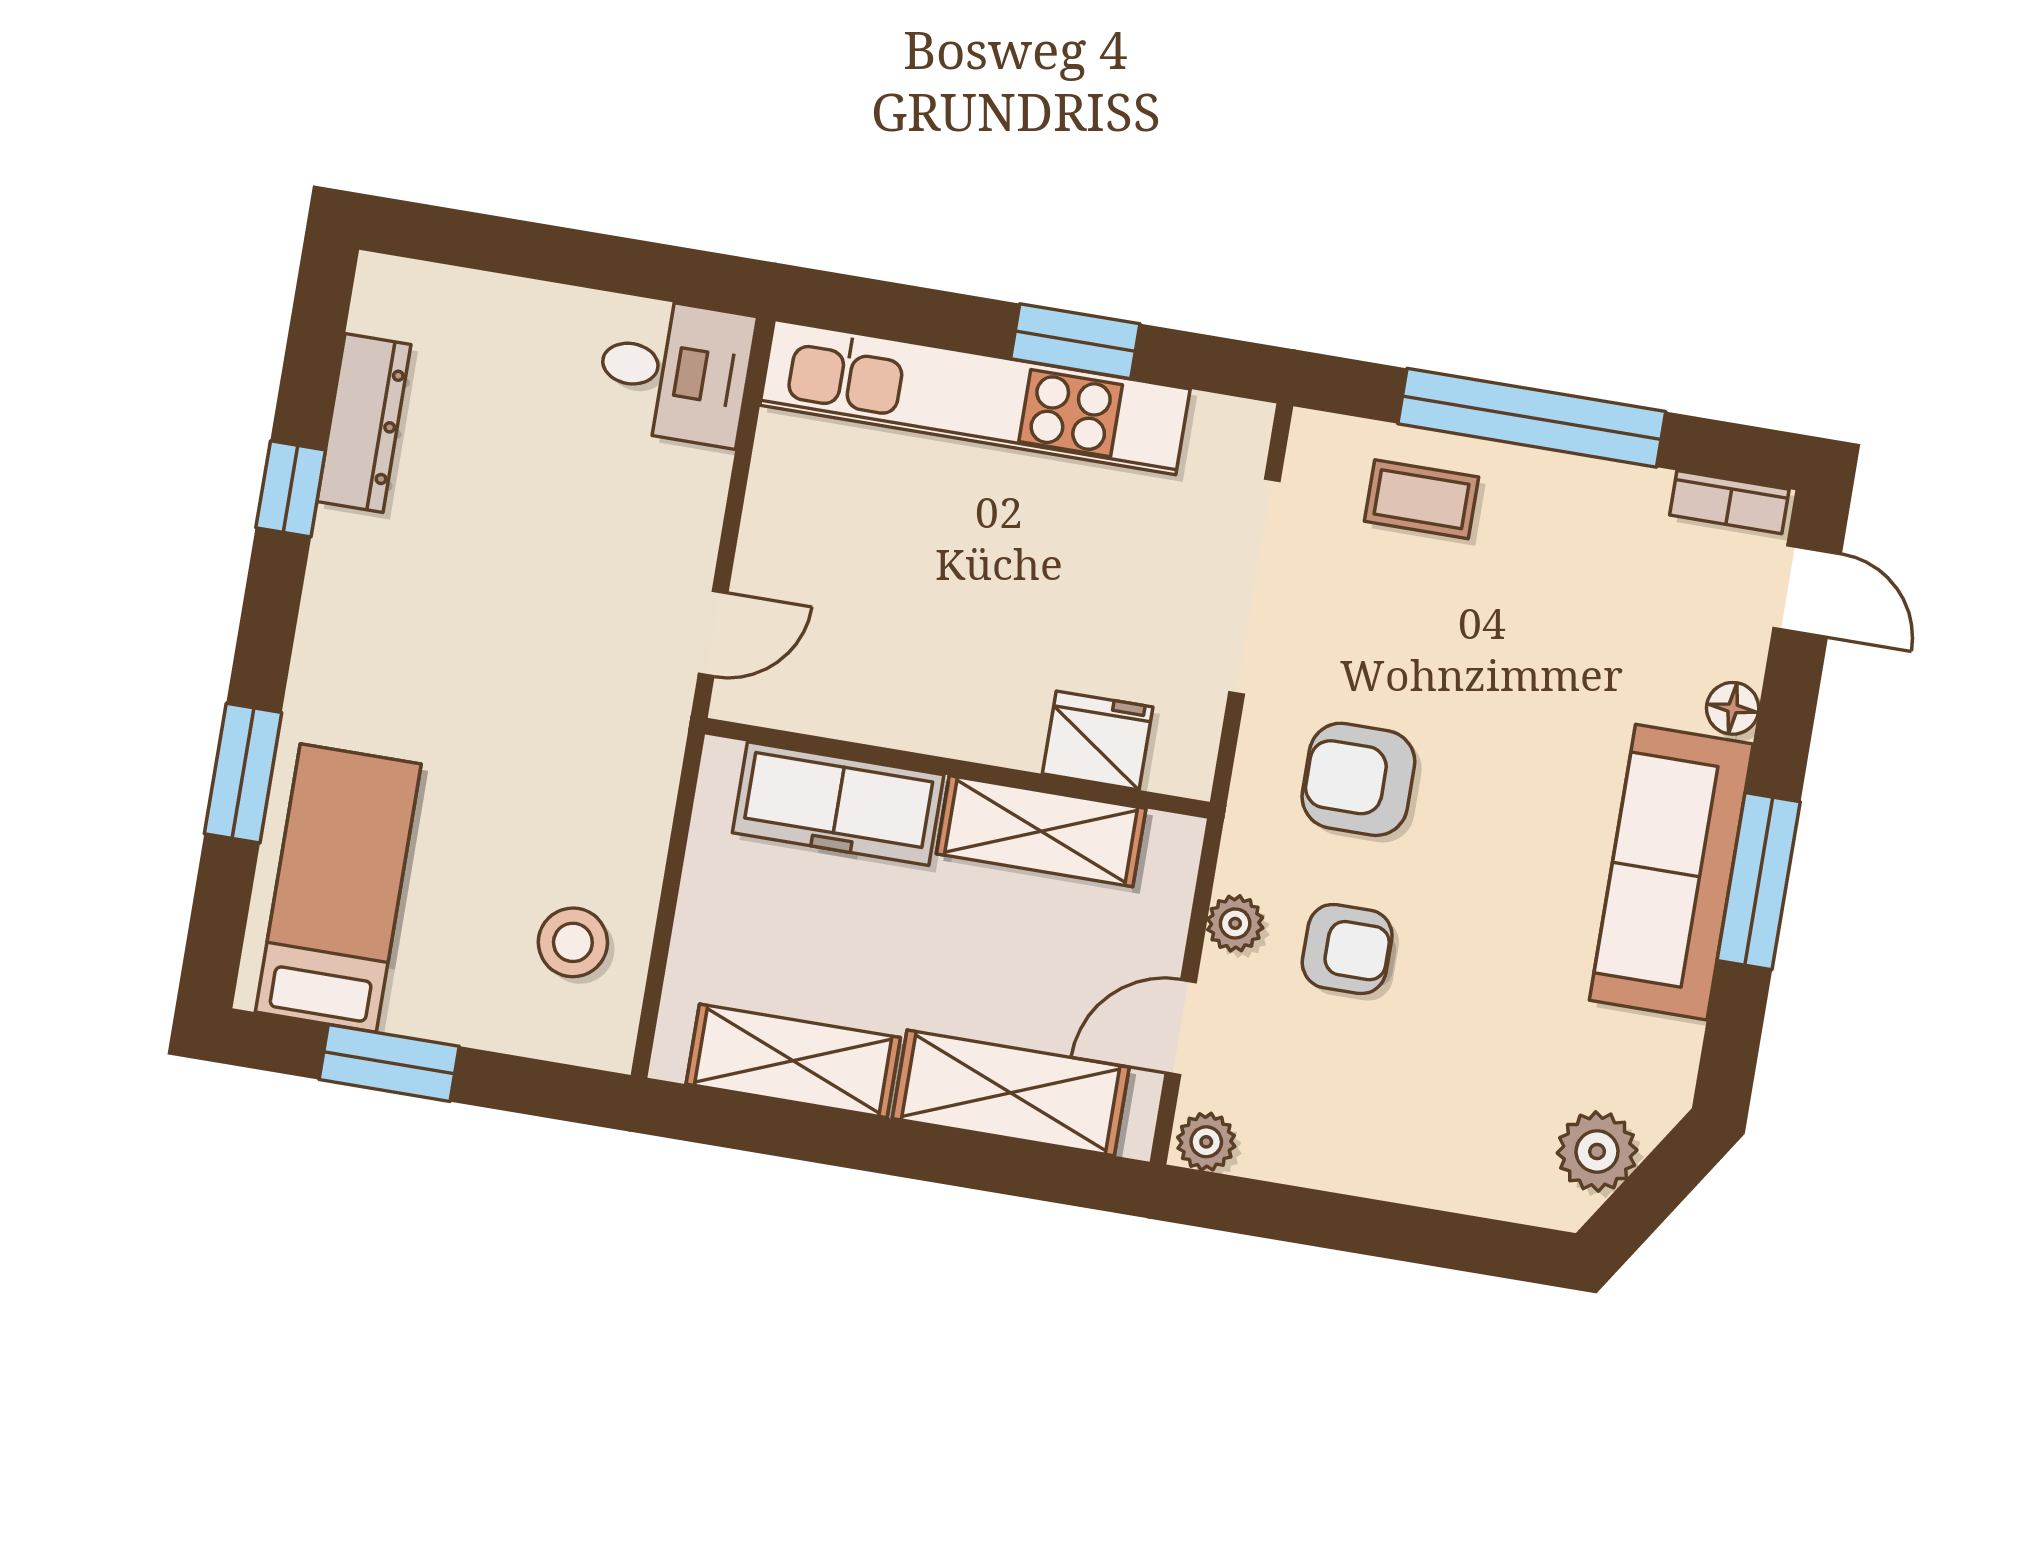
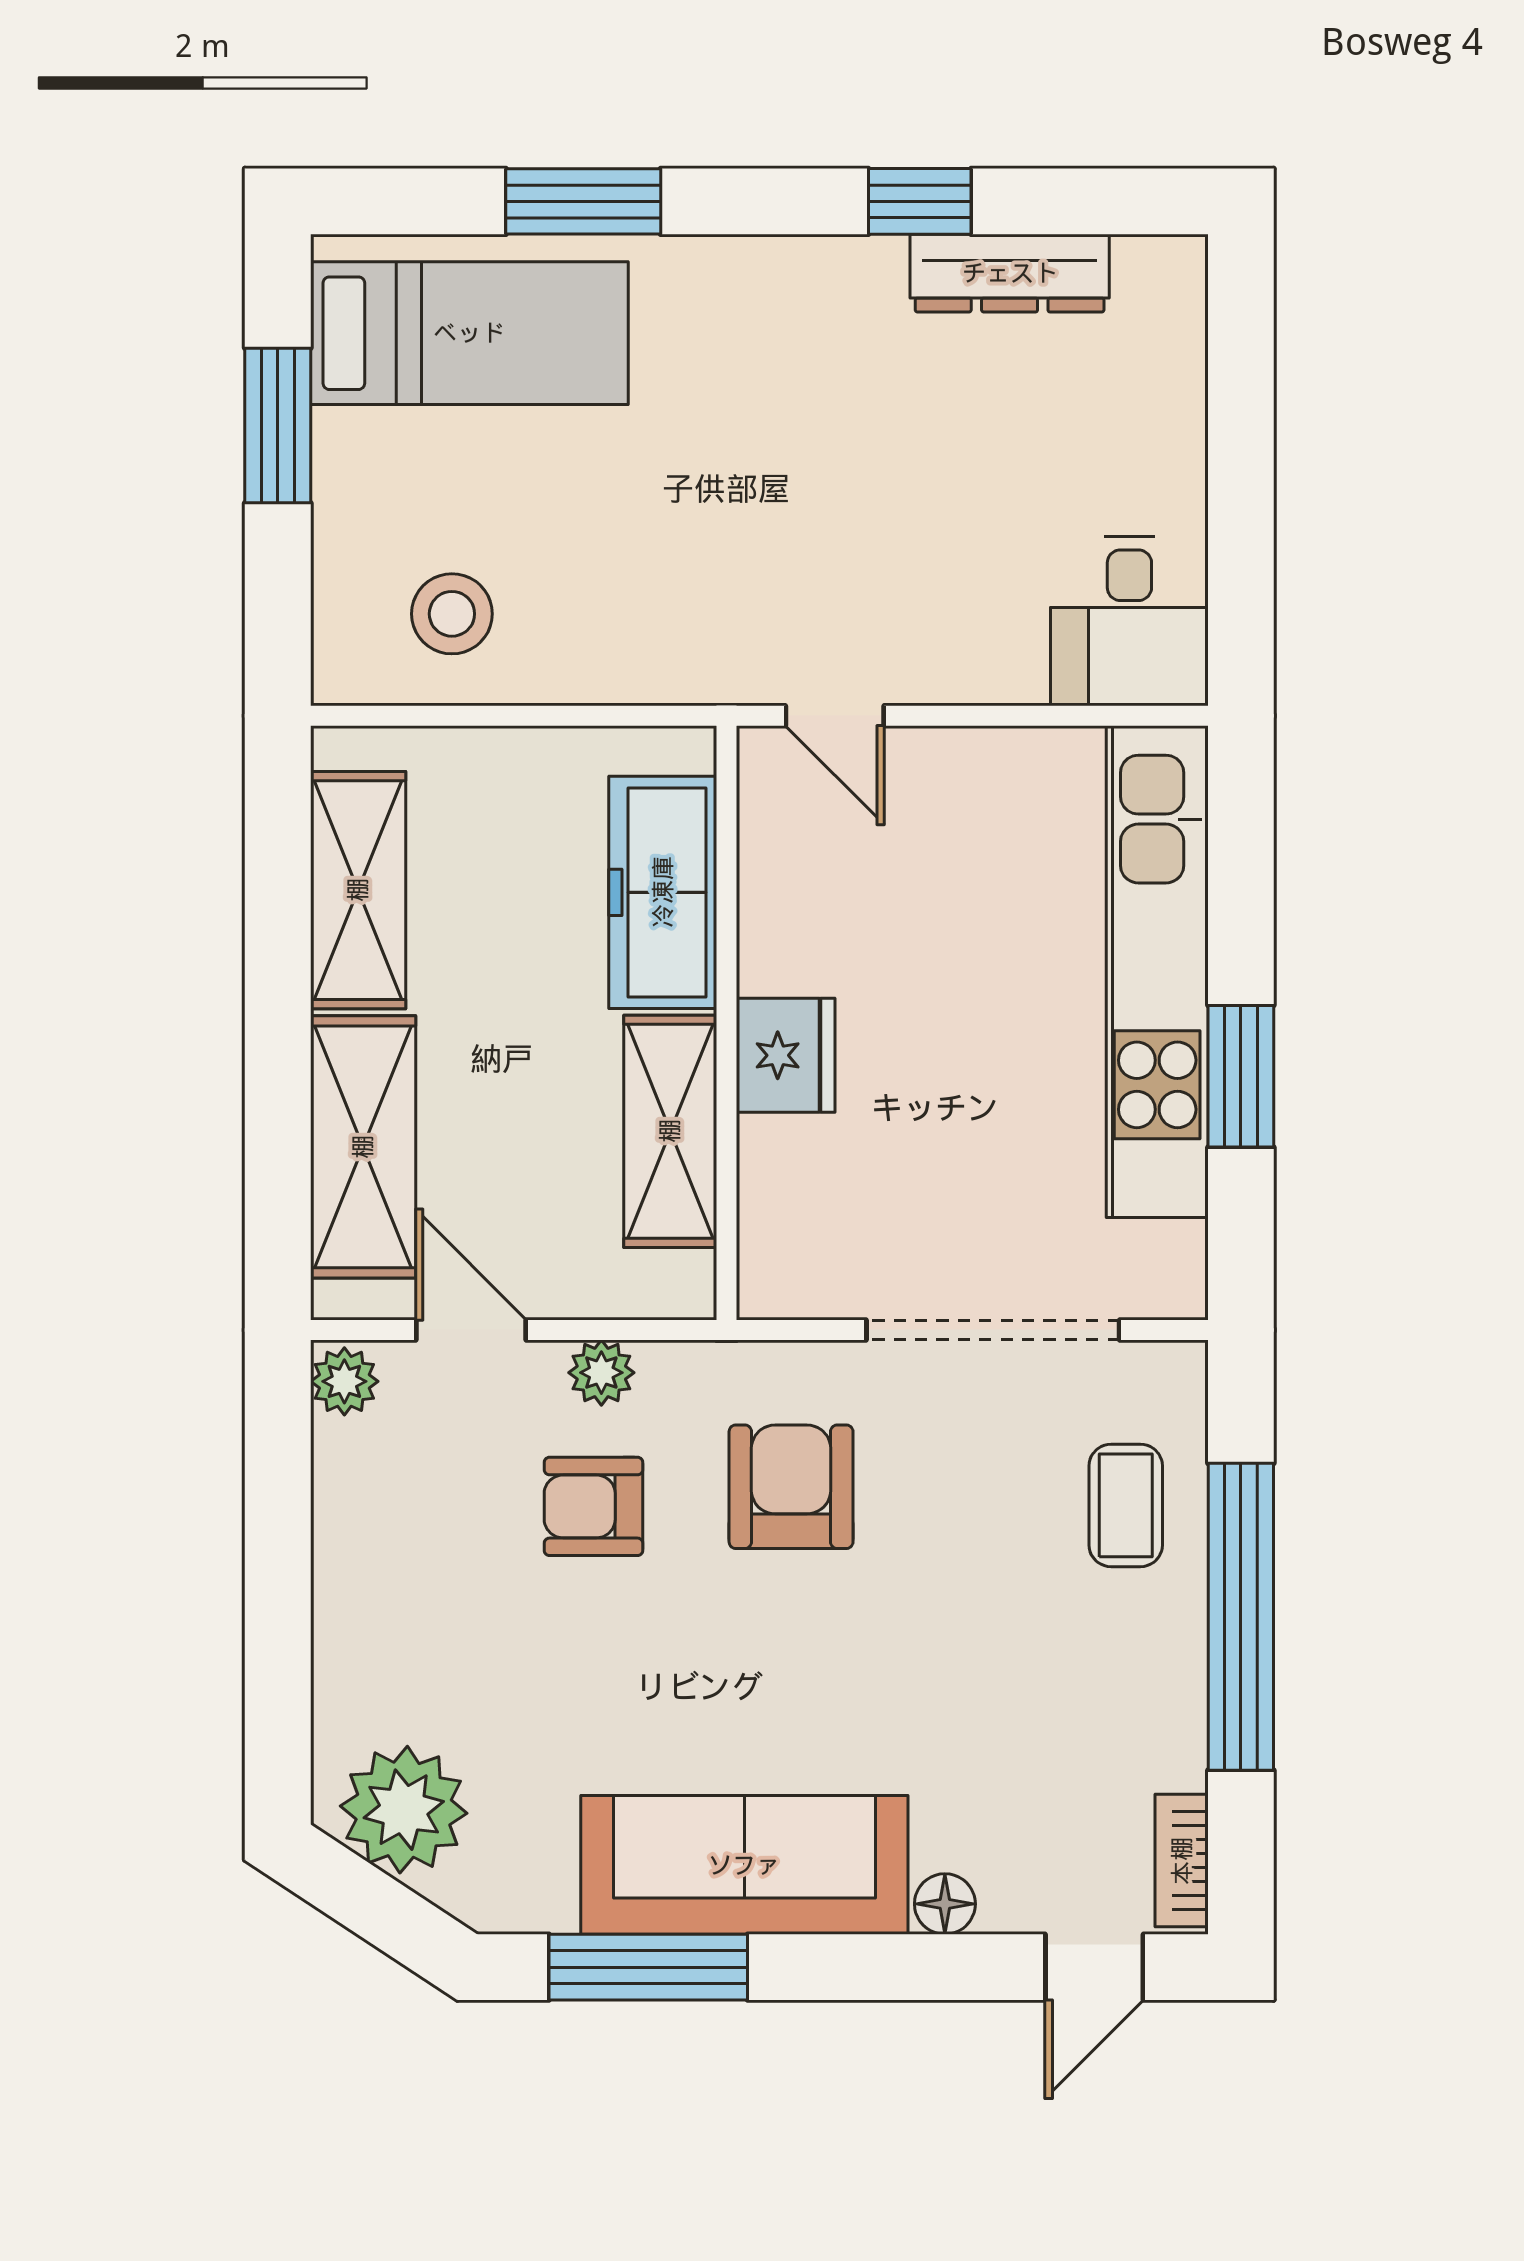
fridge: (1098, 740) -> (786, 1055), moved
window: (1759, 881) -> (648, 1967), moved
armchair: (1347, 949) -> (593, 1506), turned 90
plant: (1597, 1151) -> (404, 1810), width x1.36, depth x1.36

